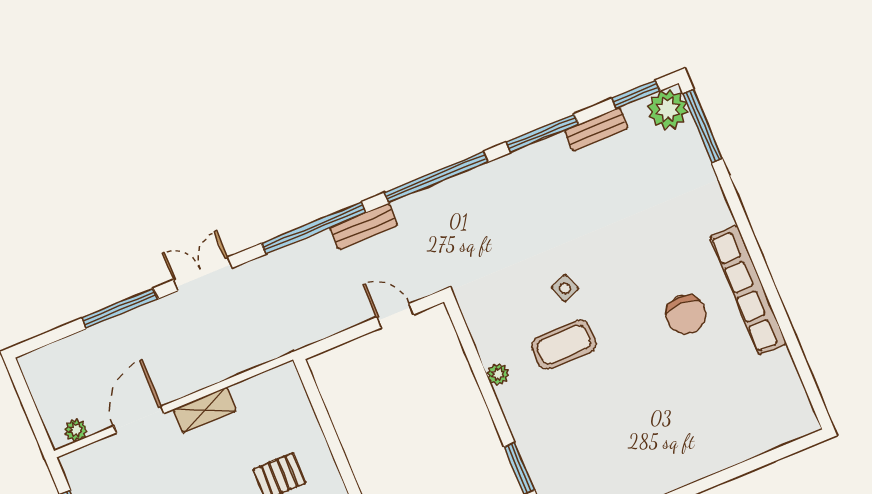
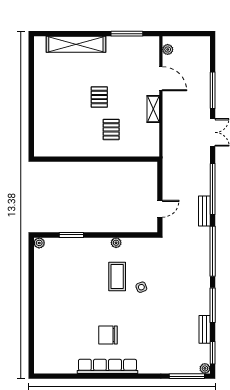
plant: (668, 109) -> (205, 368), width x0.53, depth x0.53

